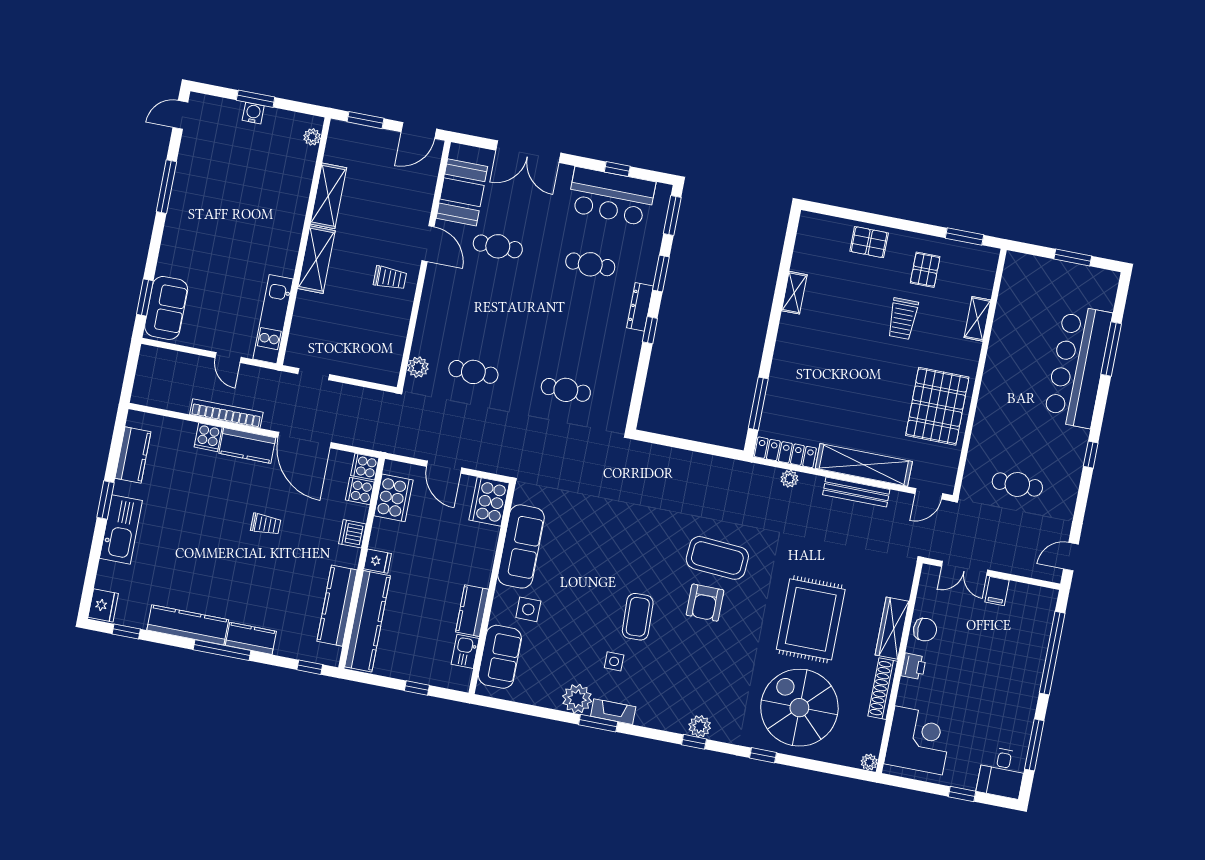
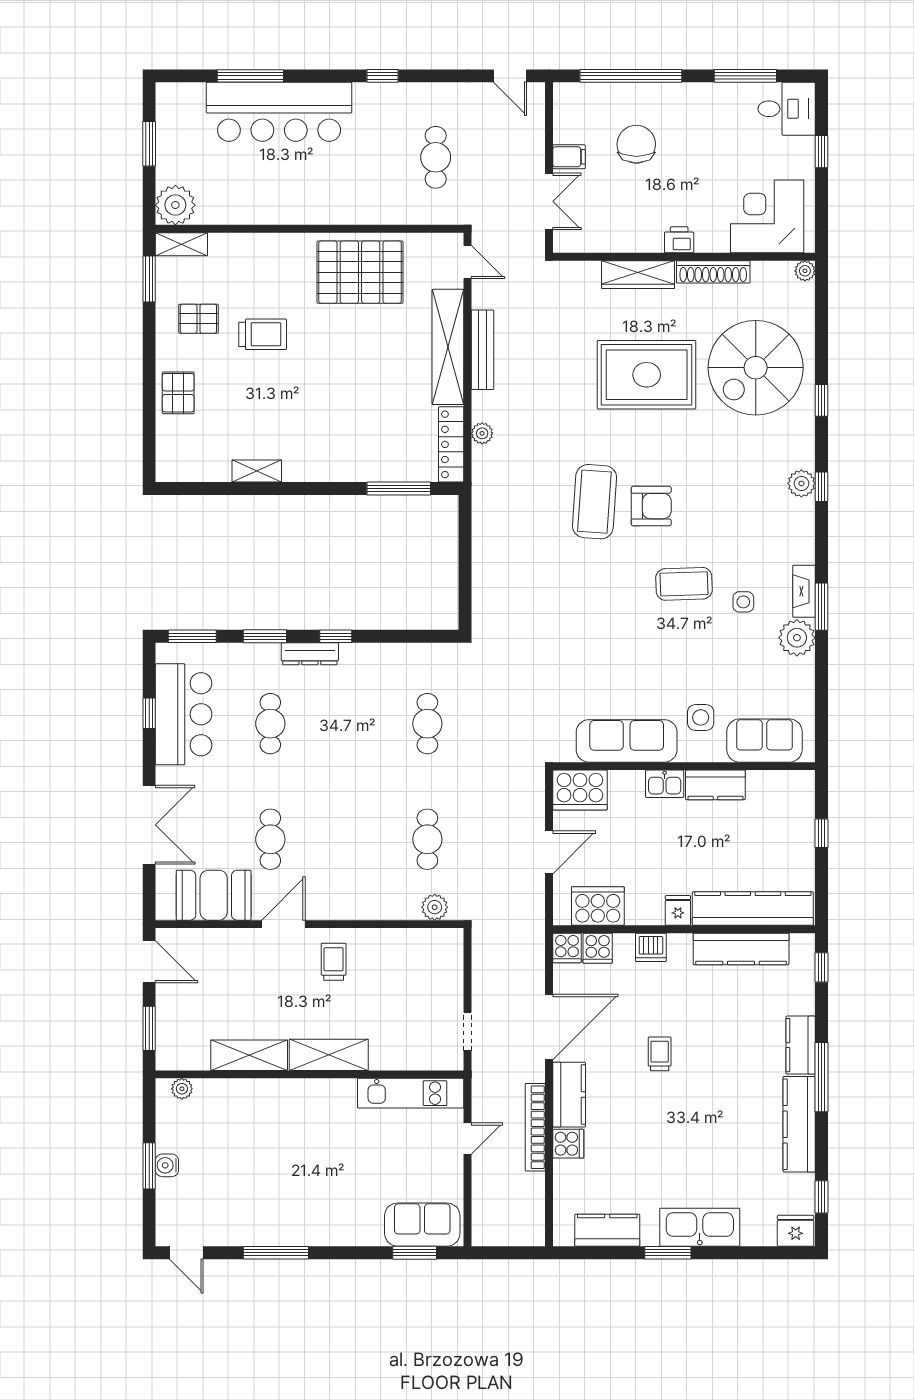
plant: (1020, 269) -> (175, 205), added
shelving: (977, 319) -> (181, 244), moved
chair: (925, 630) -> (636, 144), moved, width x1.37, depth x1.37
kitchen sink: (465, 651) -> (665, 784), moved

